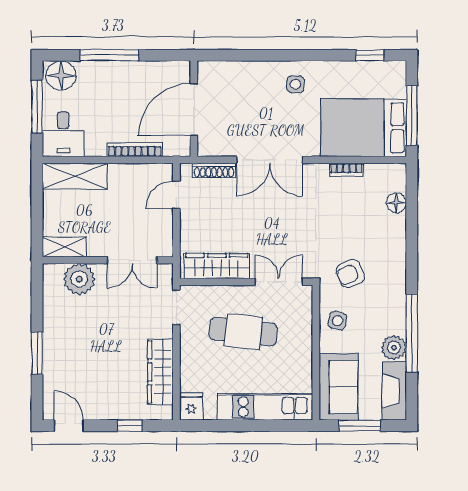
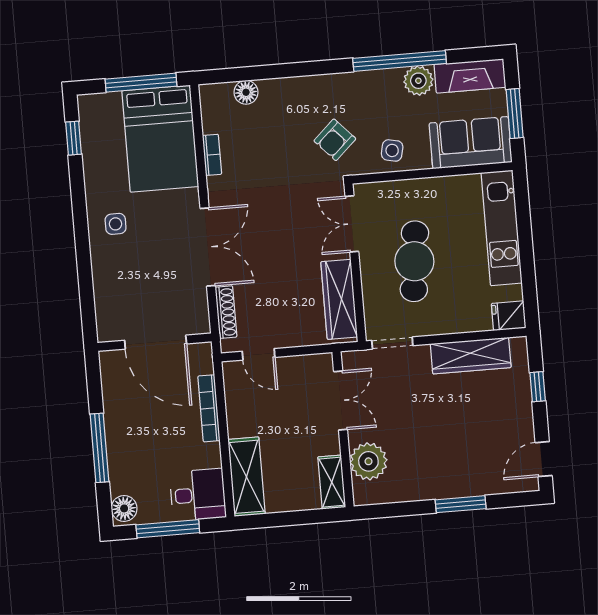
floor lamp: (61, 76) -> (124, 508), width x0.73, depth x0.73
armchair: (350, 274) -> (335, 140), turned 71

